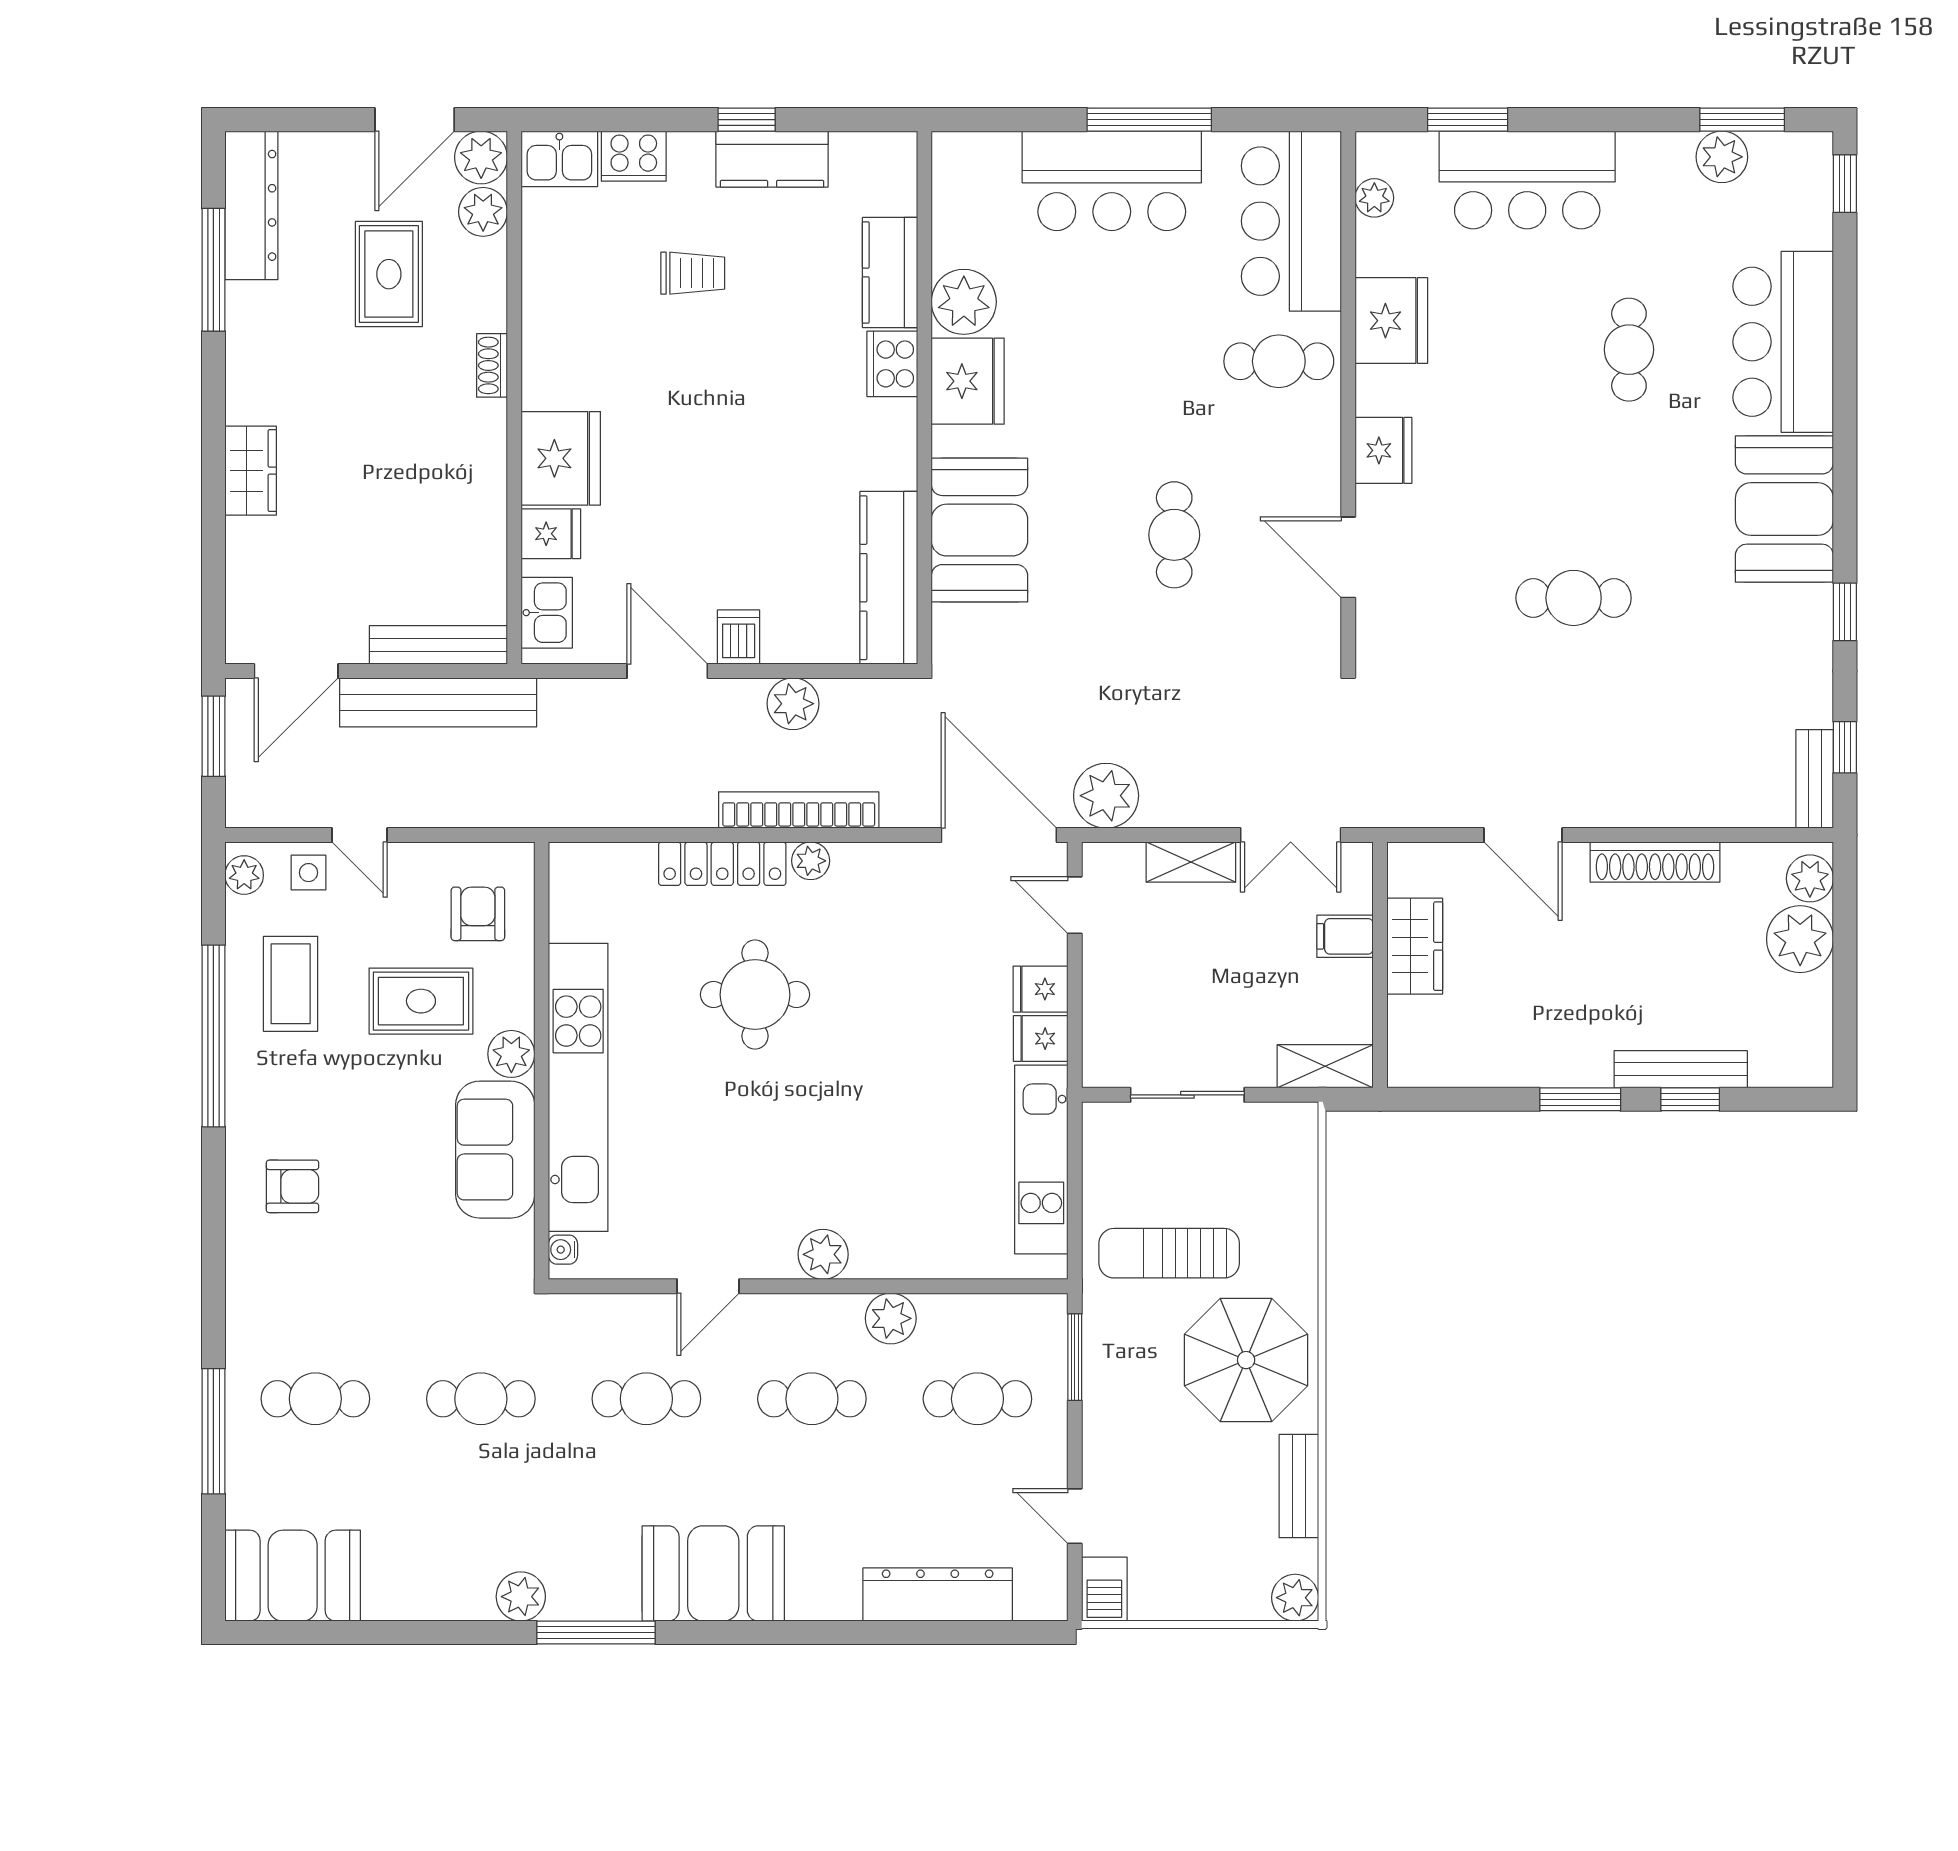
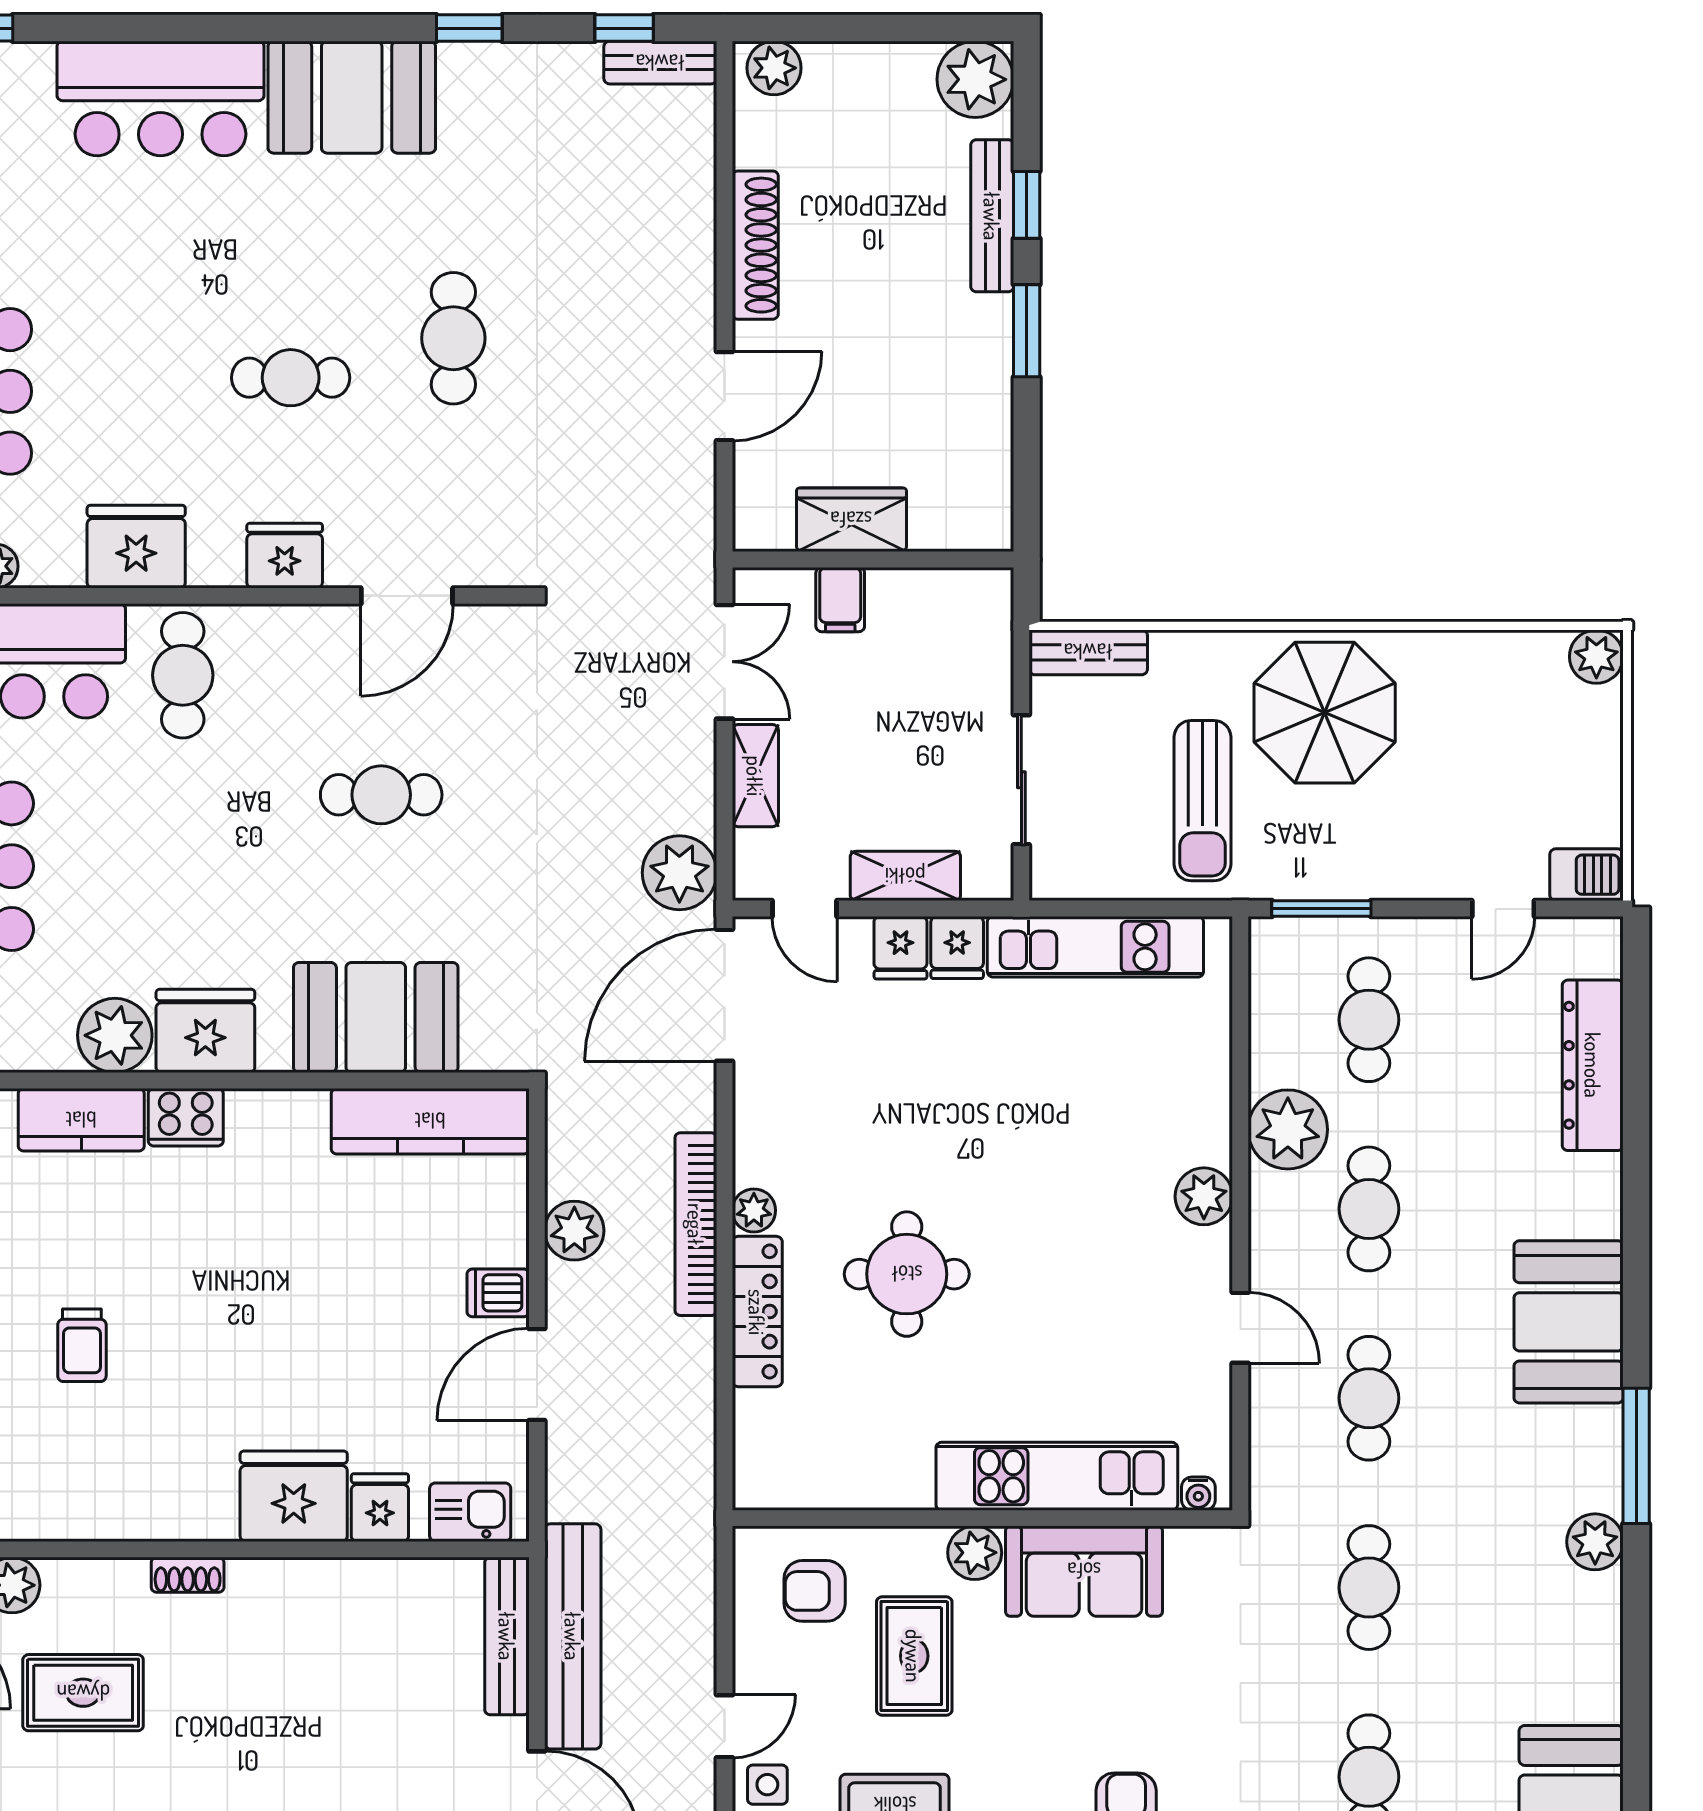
trolley: (693, 273) -> (82, 1345), turned 180
cafe table: (1629, 350) -> (291, 378), moved
door: (1075, 905) -> (805, 909), hinge flipped
plant: (1800, 939) -> (975, 79), moved
shelving: (1325, 1066) -> (905, 876), moved, turned 90
kitchen unit: (578, 1087) -> (1057, 1476), width x0.73
plant: (891, 1318) -> (1288, 1129), width x1.36, depth x1.36
bench: (1299, 1486) -> (1088, 652), moved

